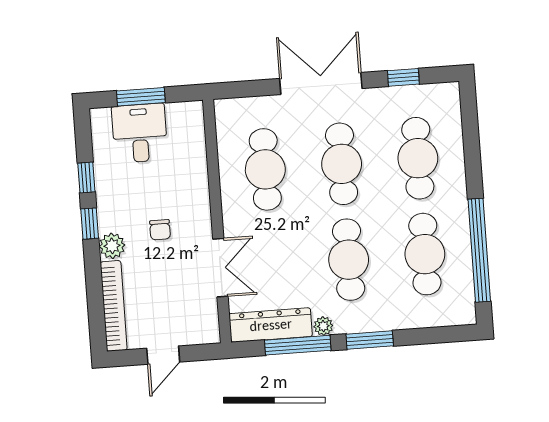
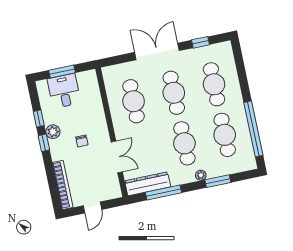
plant: (112, 246) -> (53, 132), moved
plant: (323, 326) -> (201, 175), moved
window: (370, 340) -> (218, 181), moved

